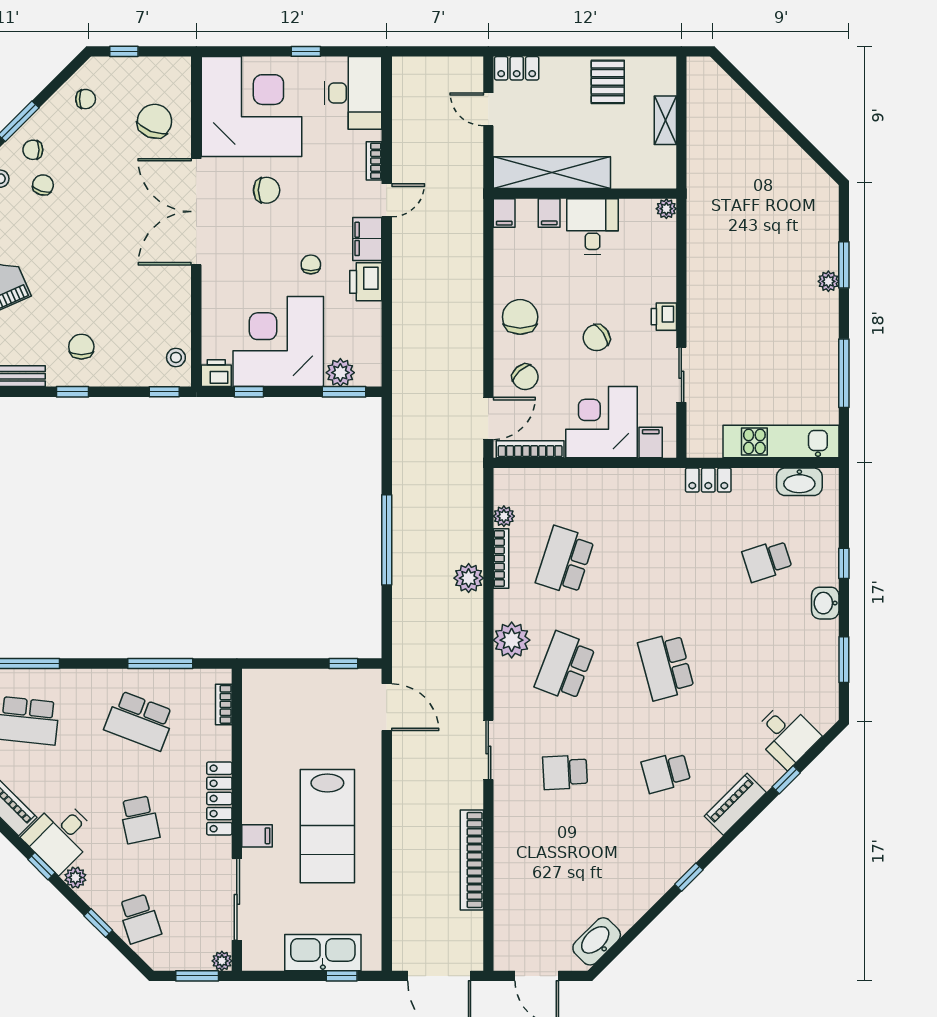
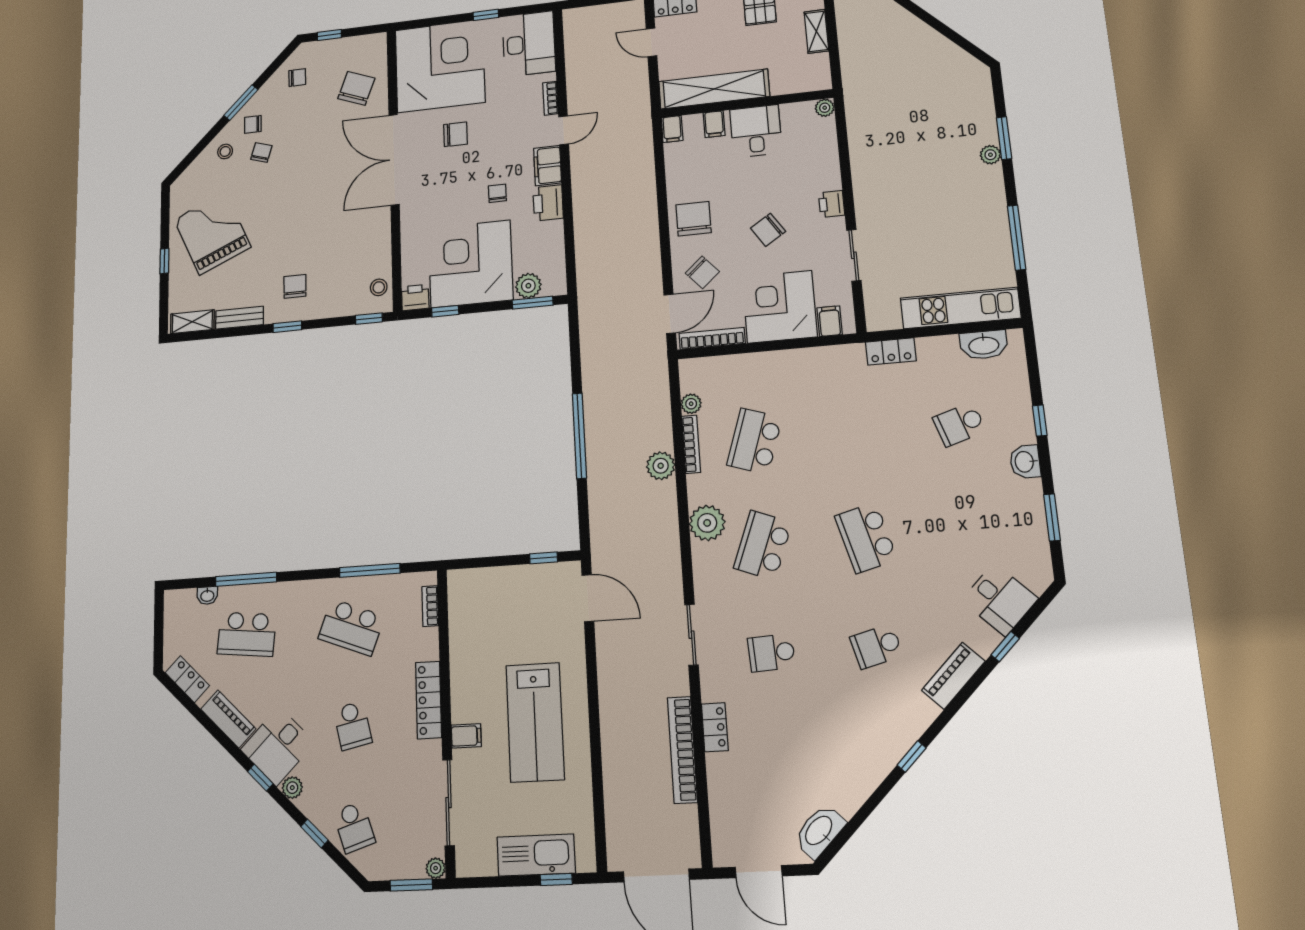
locker: (505, 840) -> (715, 727), added

